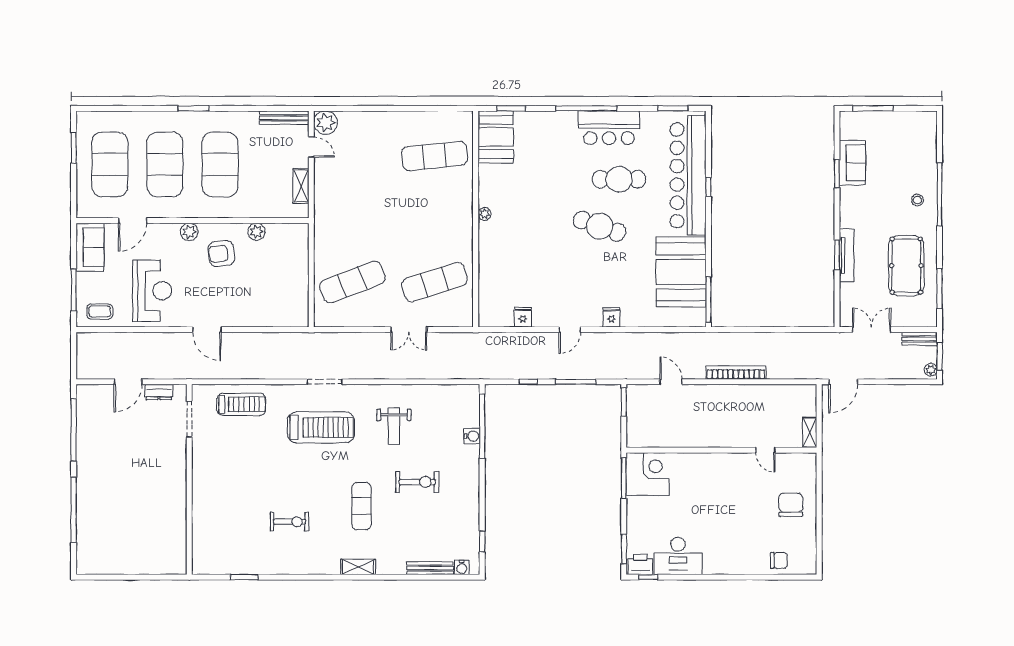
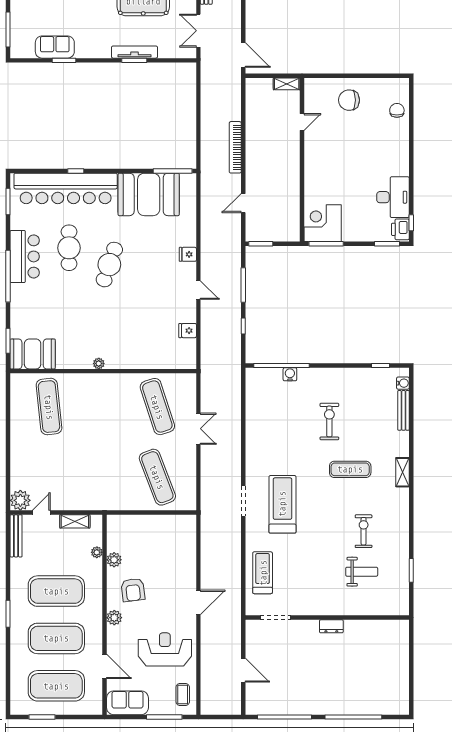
plant: (265, 212) -> (97, 552), added
dresser: (159, 392) -> (331, 626), moved, turned 90
weight bench: (394, 426) -> (362, 572), moved

